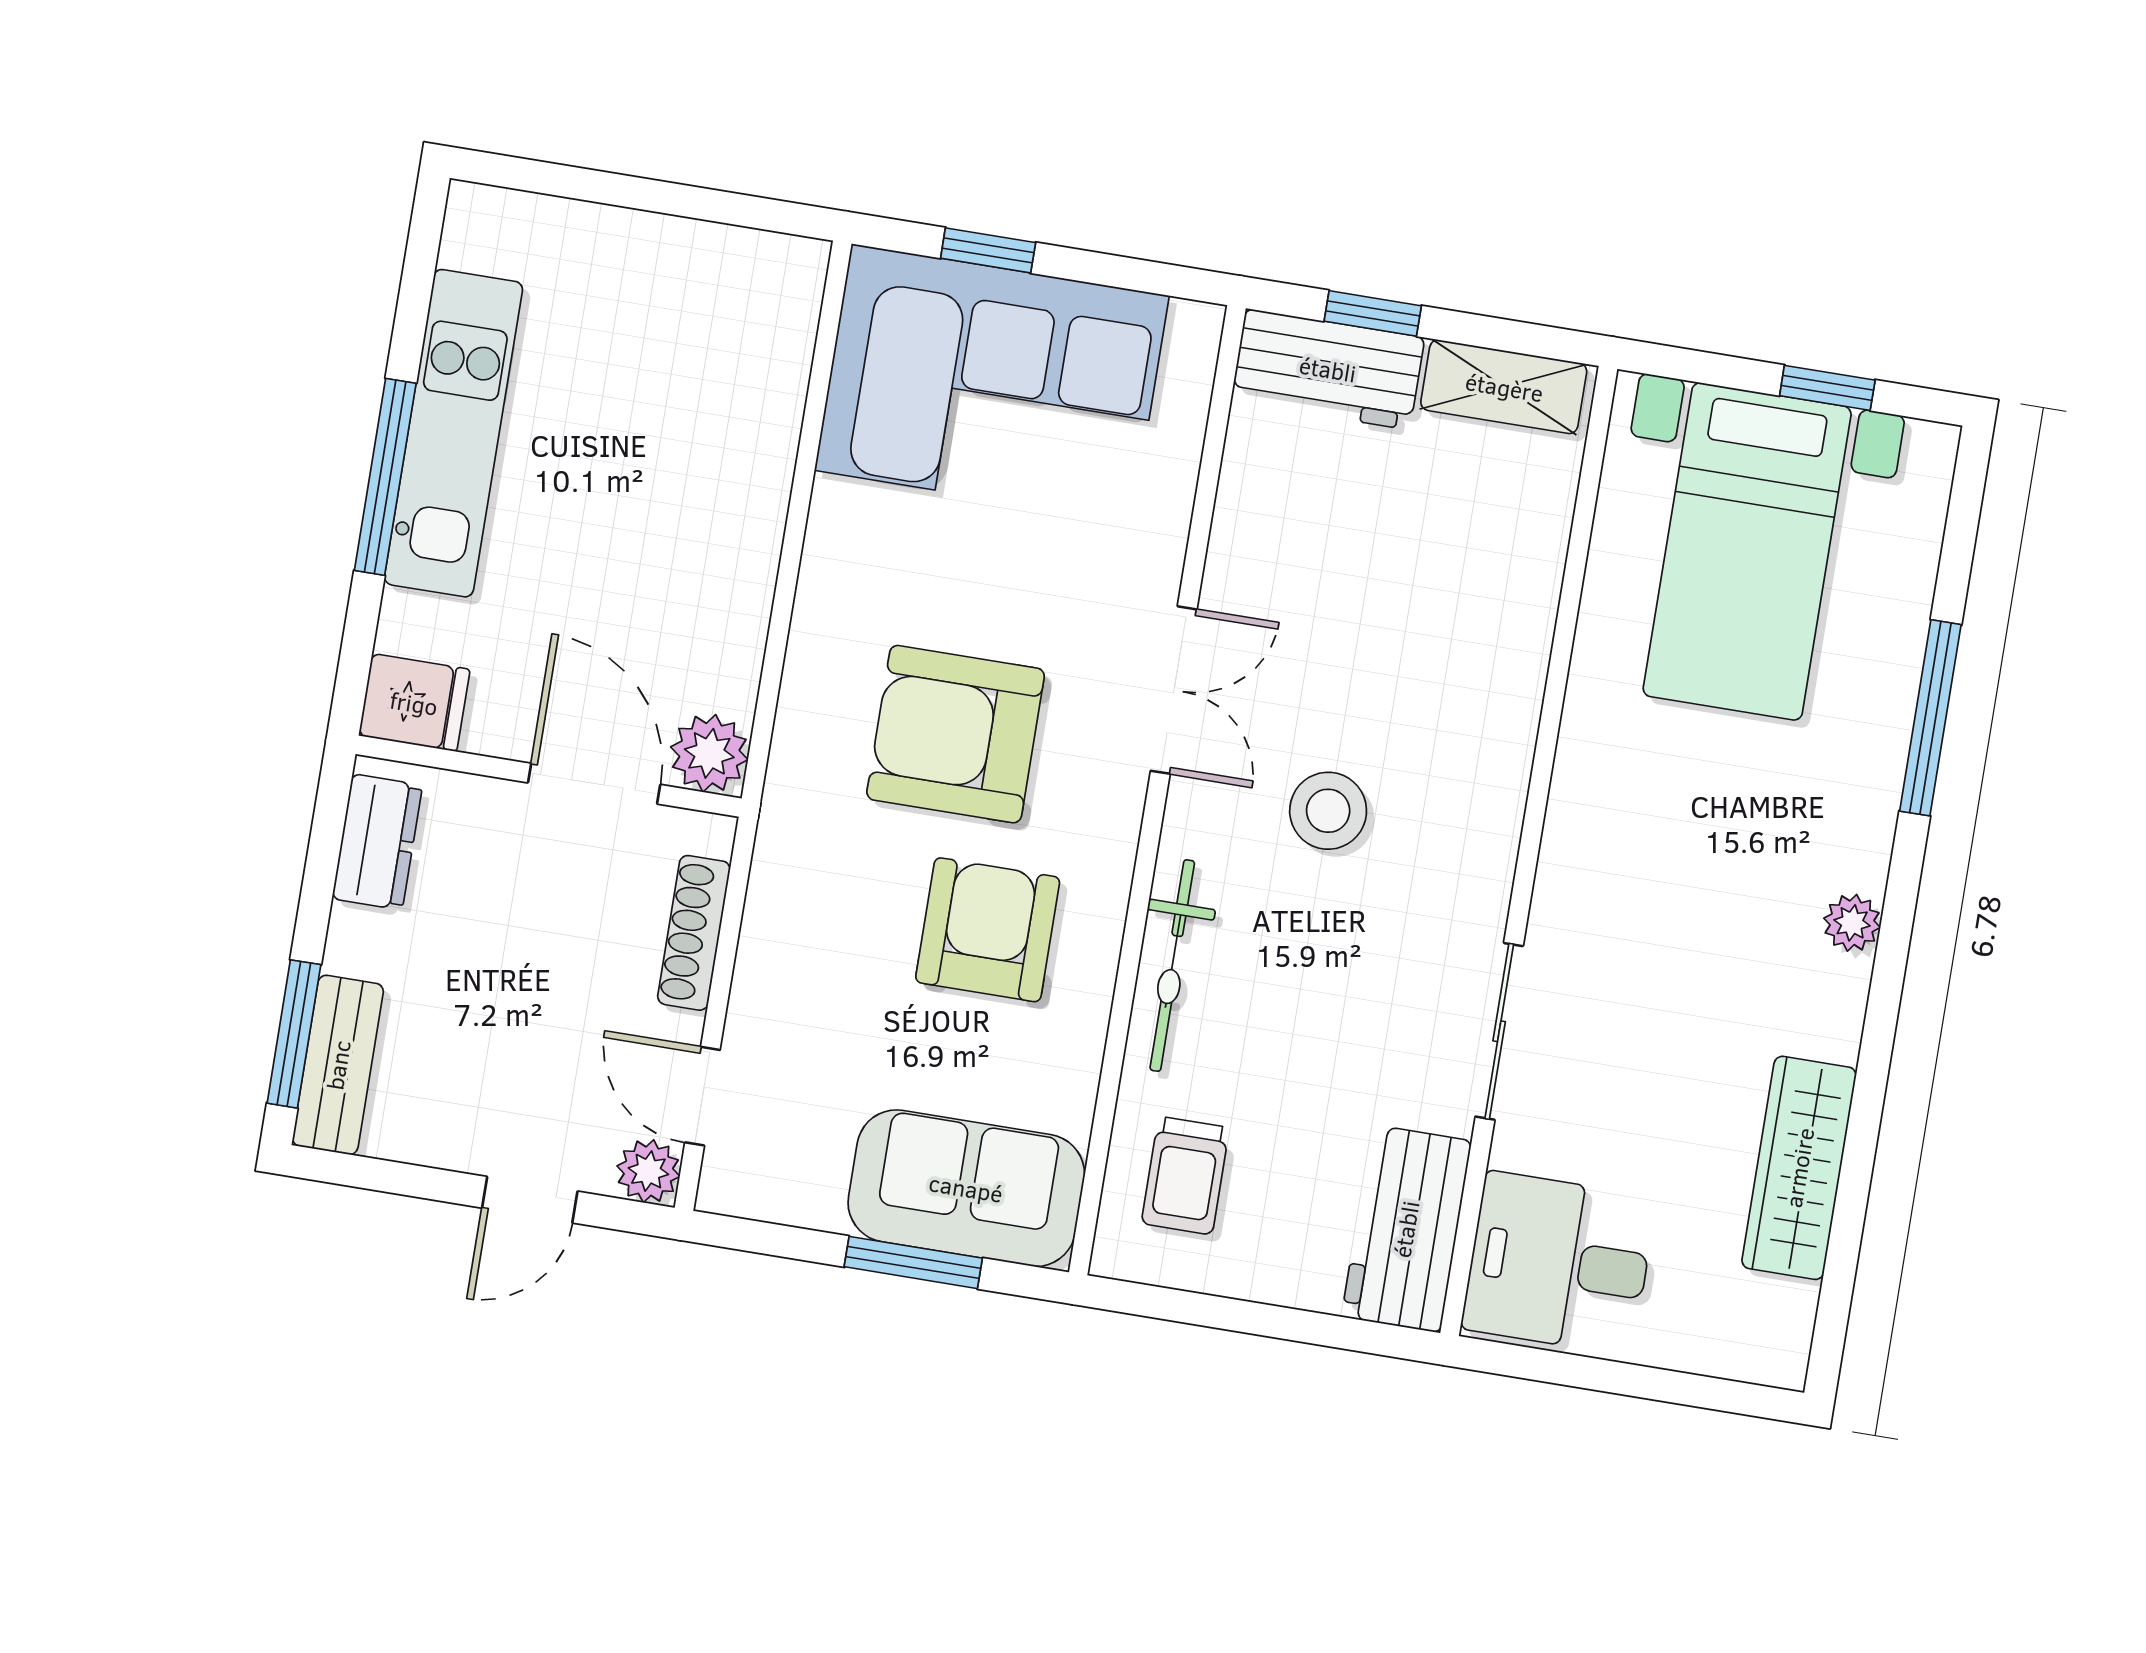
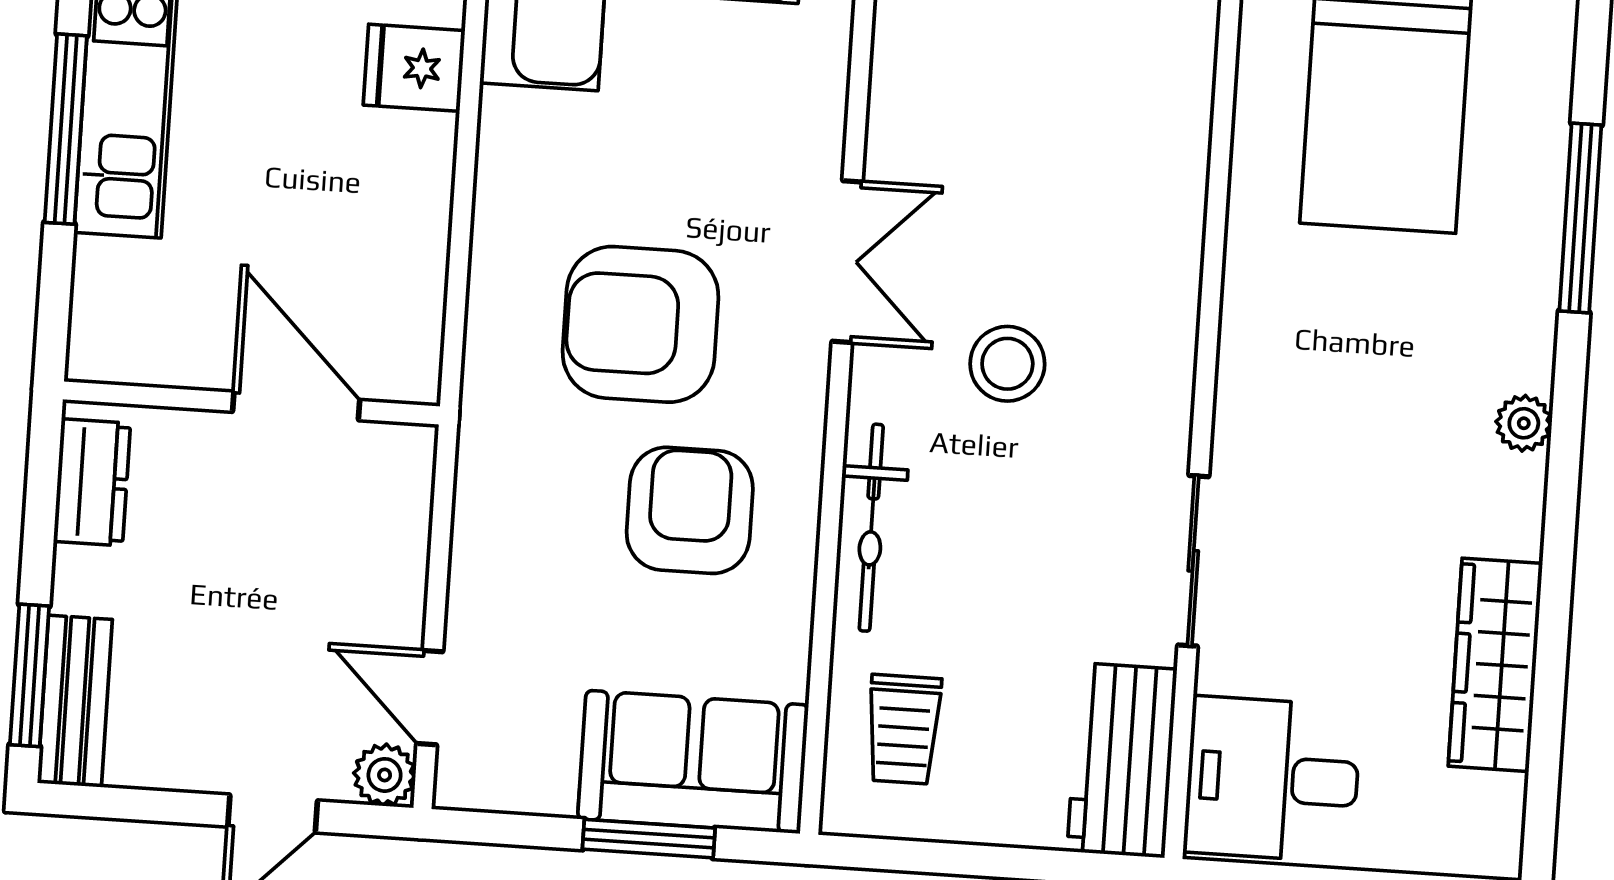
fridge: (414, 703) -> (414, 68), moved, turned 180
plant: (709, 753) -> (405, 366), removed
shoe rack: (694, 933) -> (406, 541), removed

